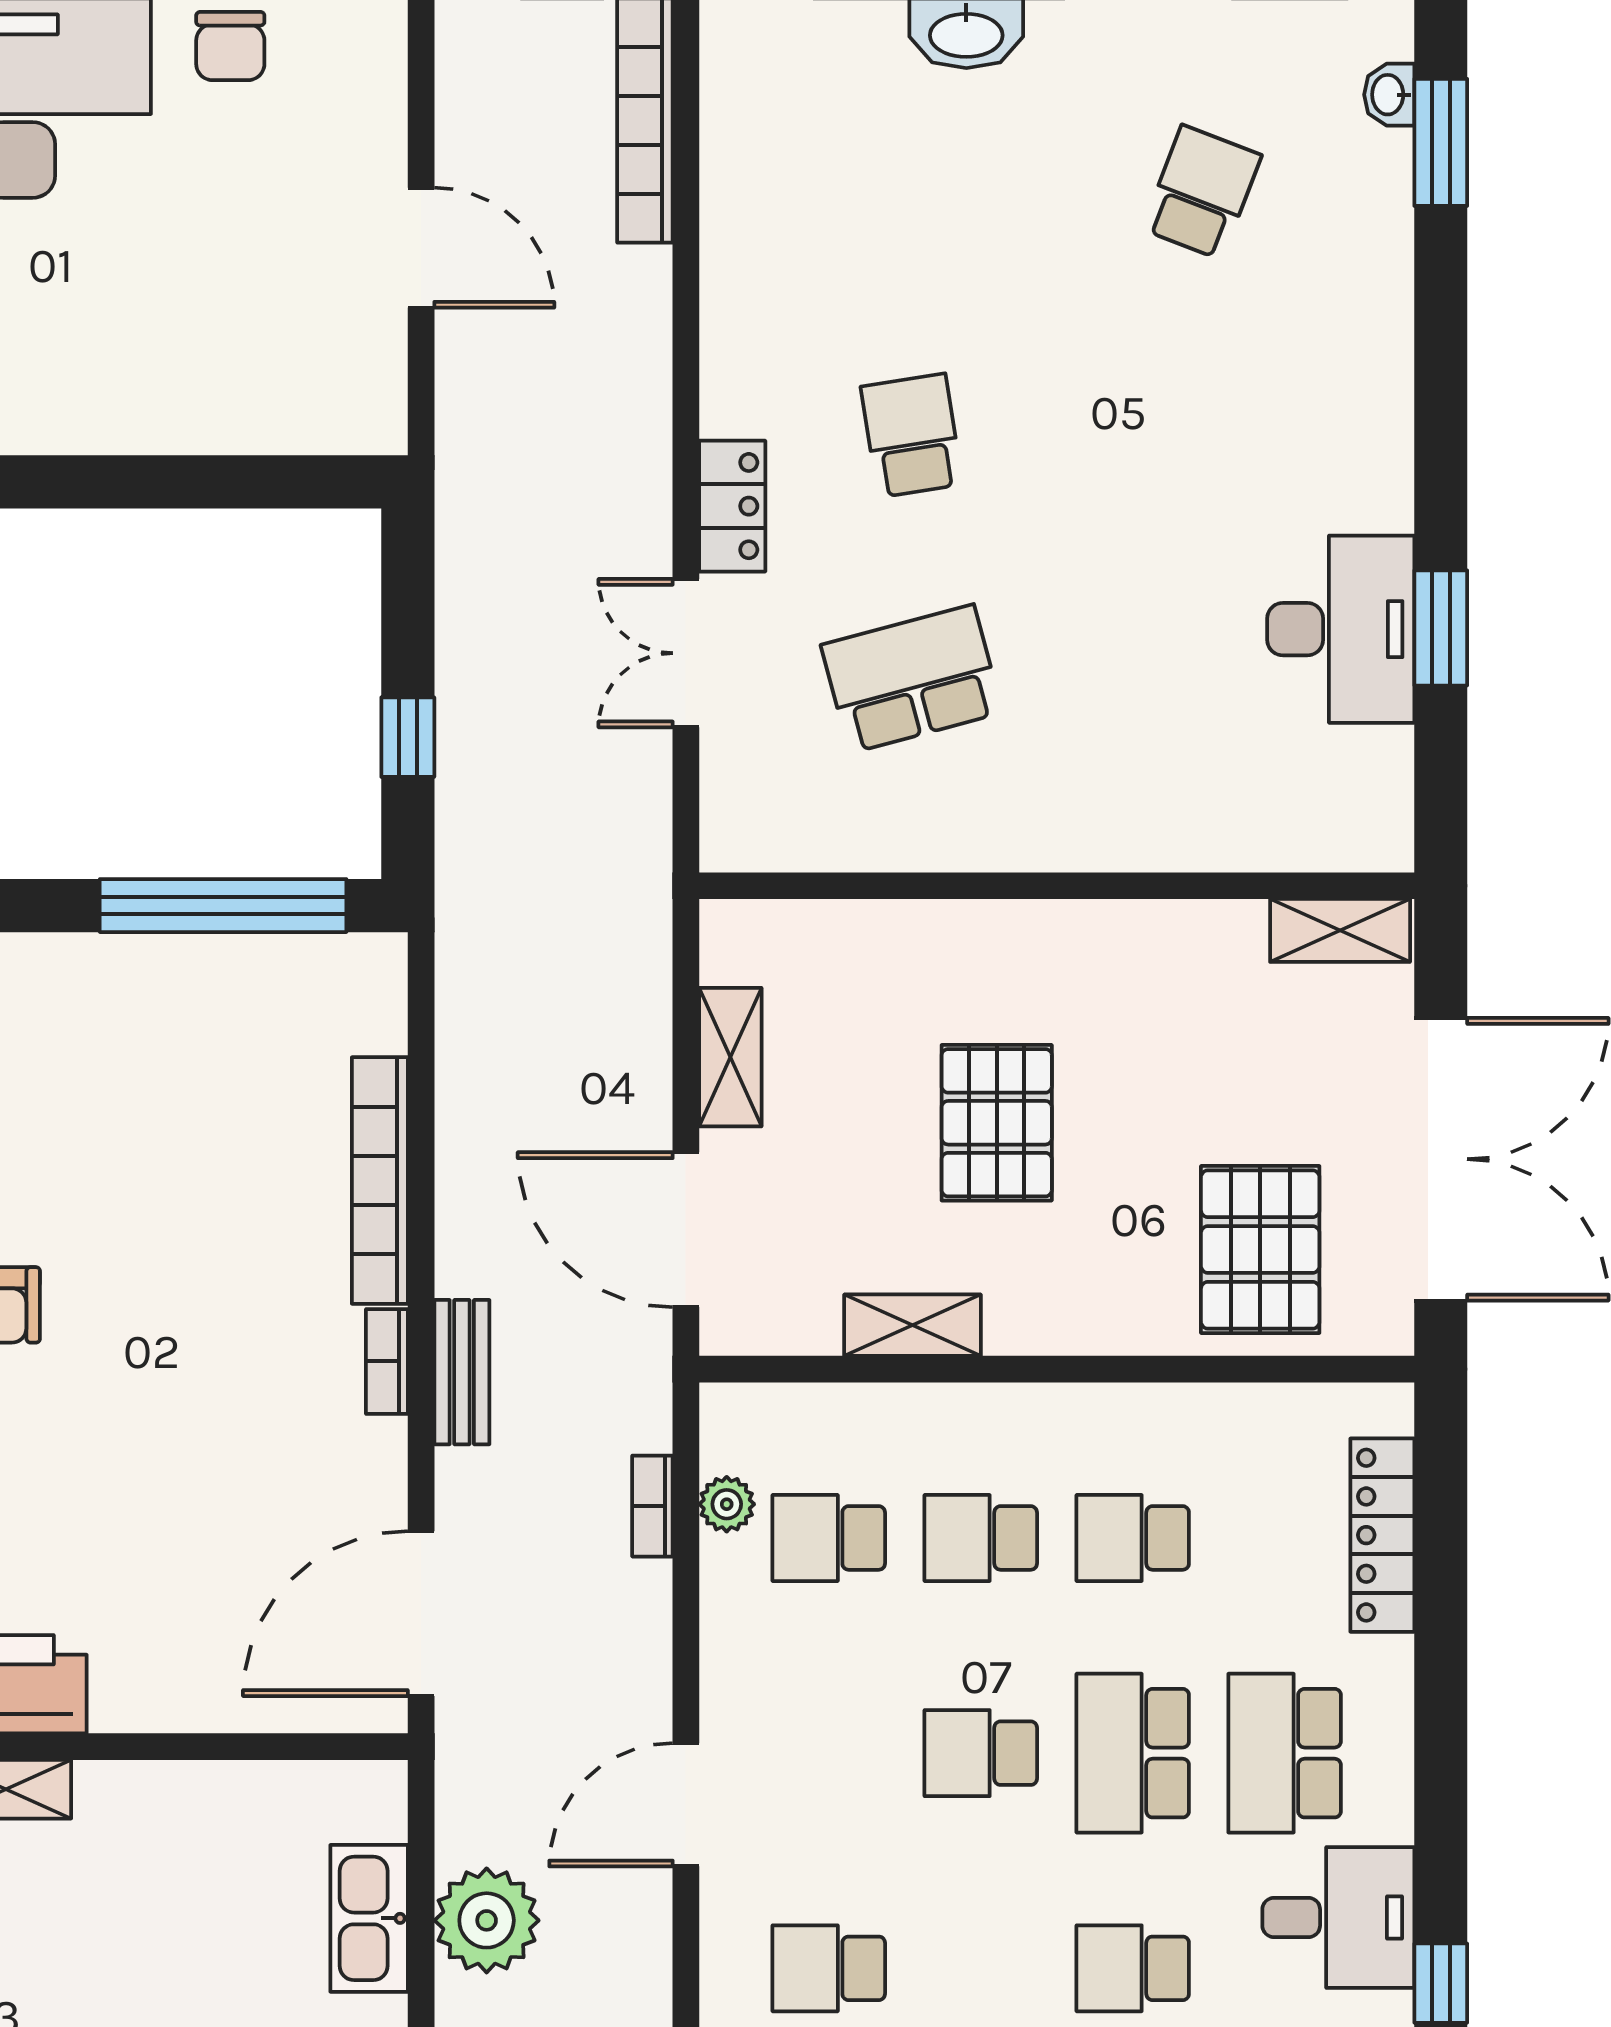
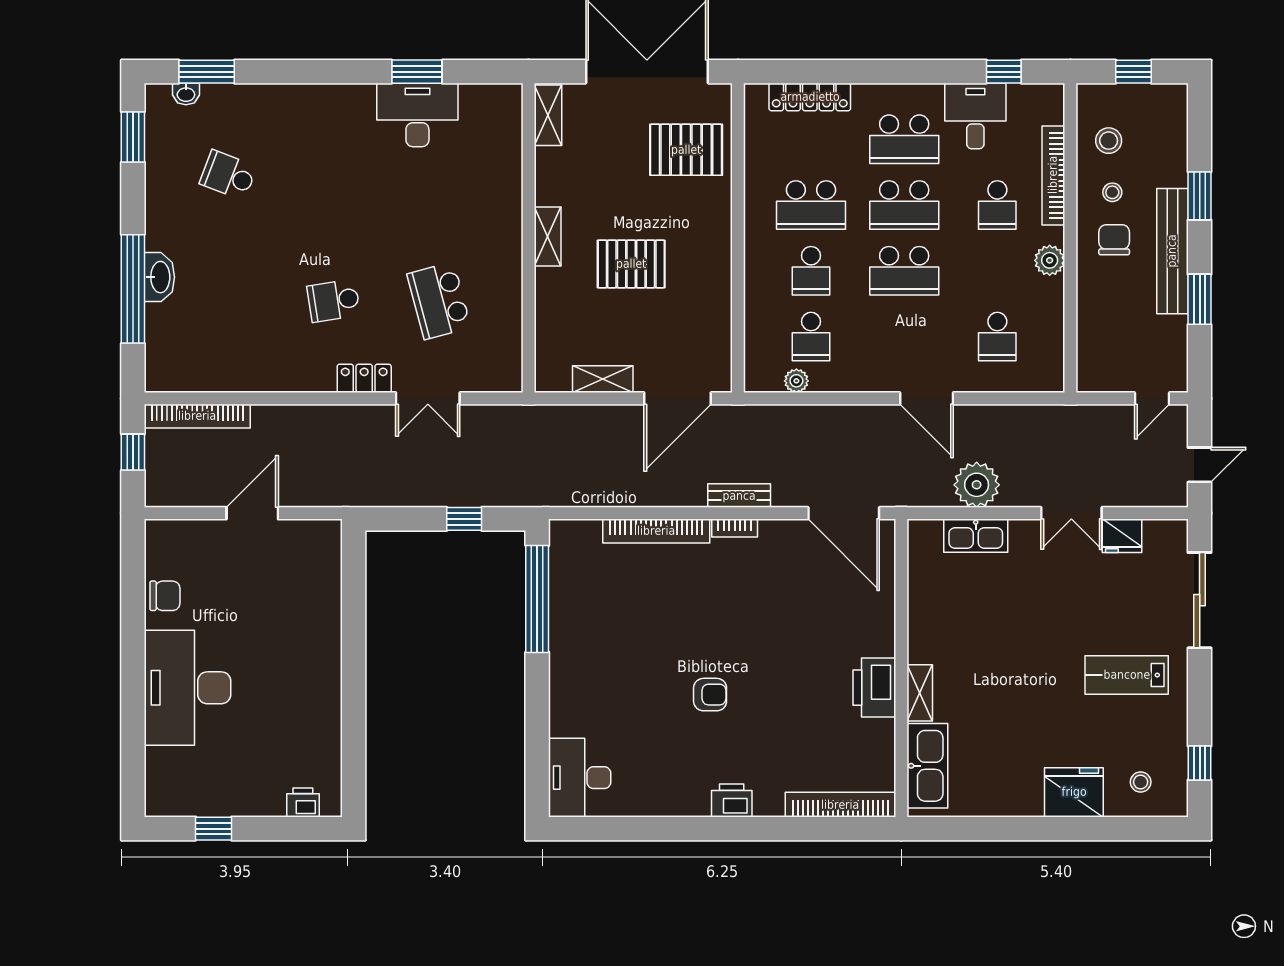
shelving: (912, 1325) -> (548, 236), moved
bookcase: (652, 1506) -> (797, 413), removed
school desk: (1133, 1538) -> (811, 205), width x1.85
school desk: (981, 1753) -> (904, 271), width x1.85

